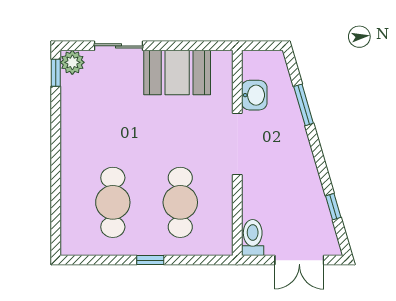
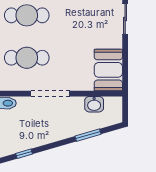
booth: (177, 72) -> (108, 70), moved
doorway: (237, 144) -> (50, 94), moved

